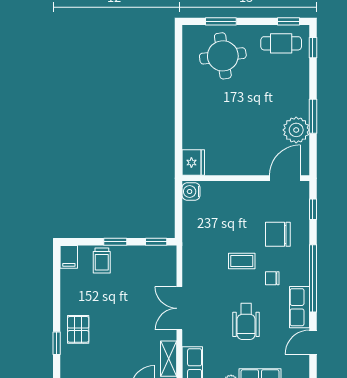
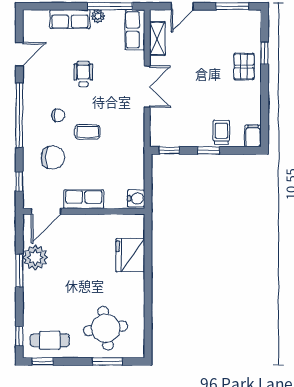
fridge: (193, 163) -> (130, 255), moved, width x1.36, depth x1.34
row of seats: (299, 307) -> (84, 199), moved, turned -90
wheelchair: (246, 321) -> (83, 74), width x0.73, depth x0.73

